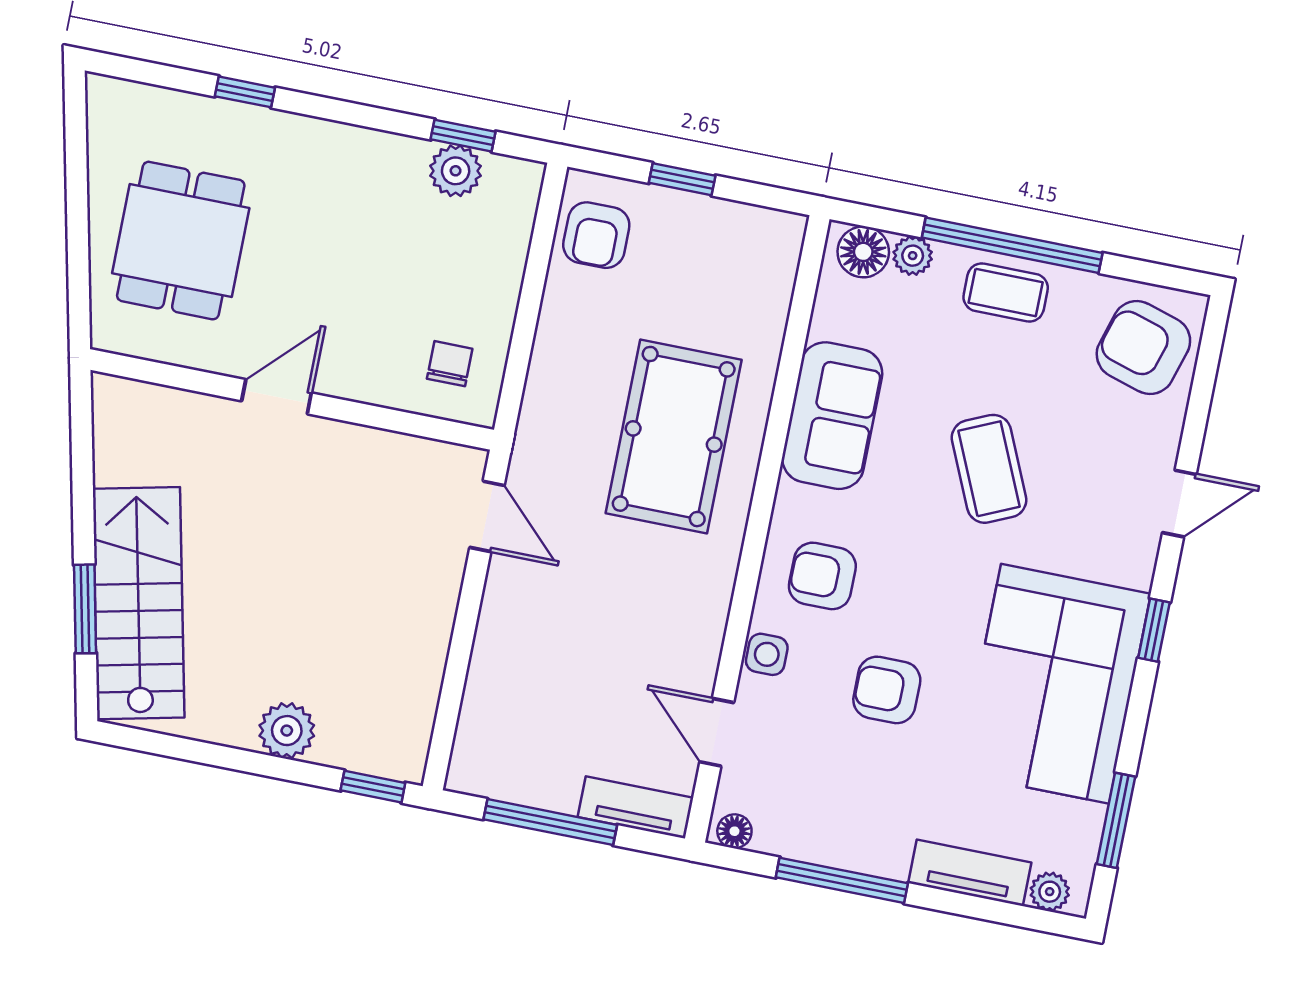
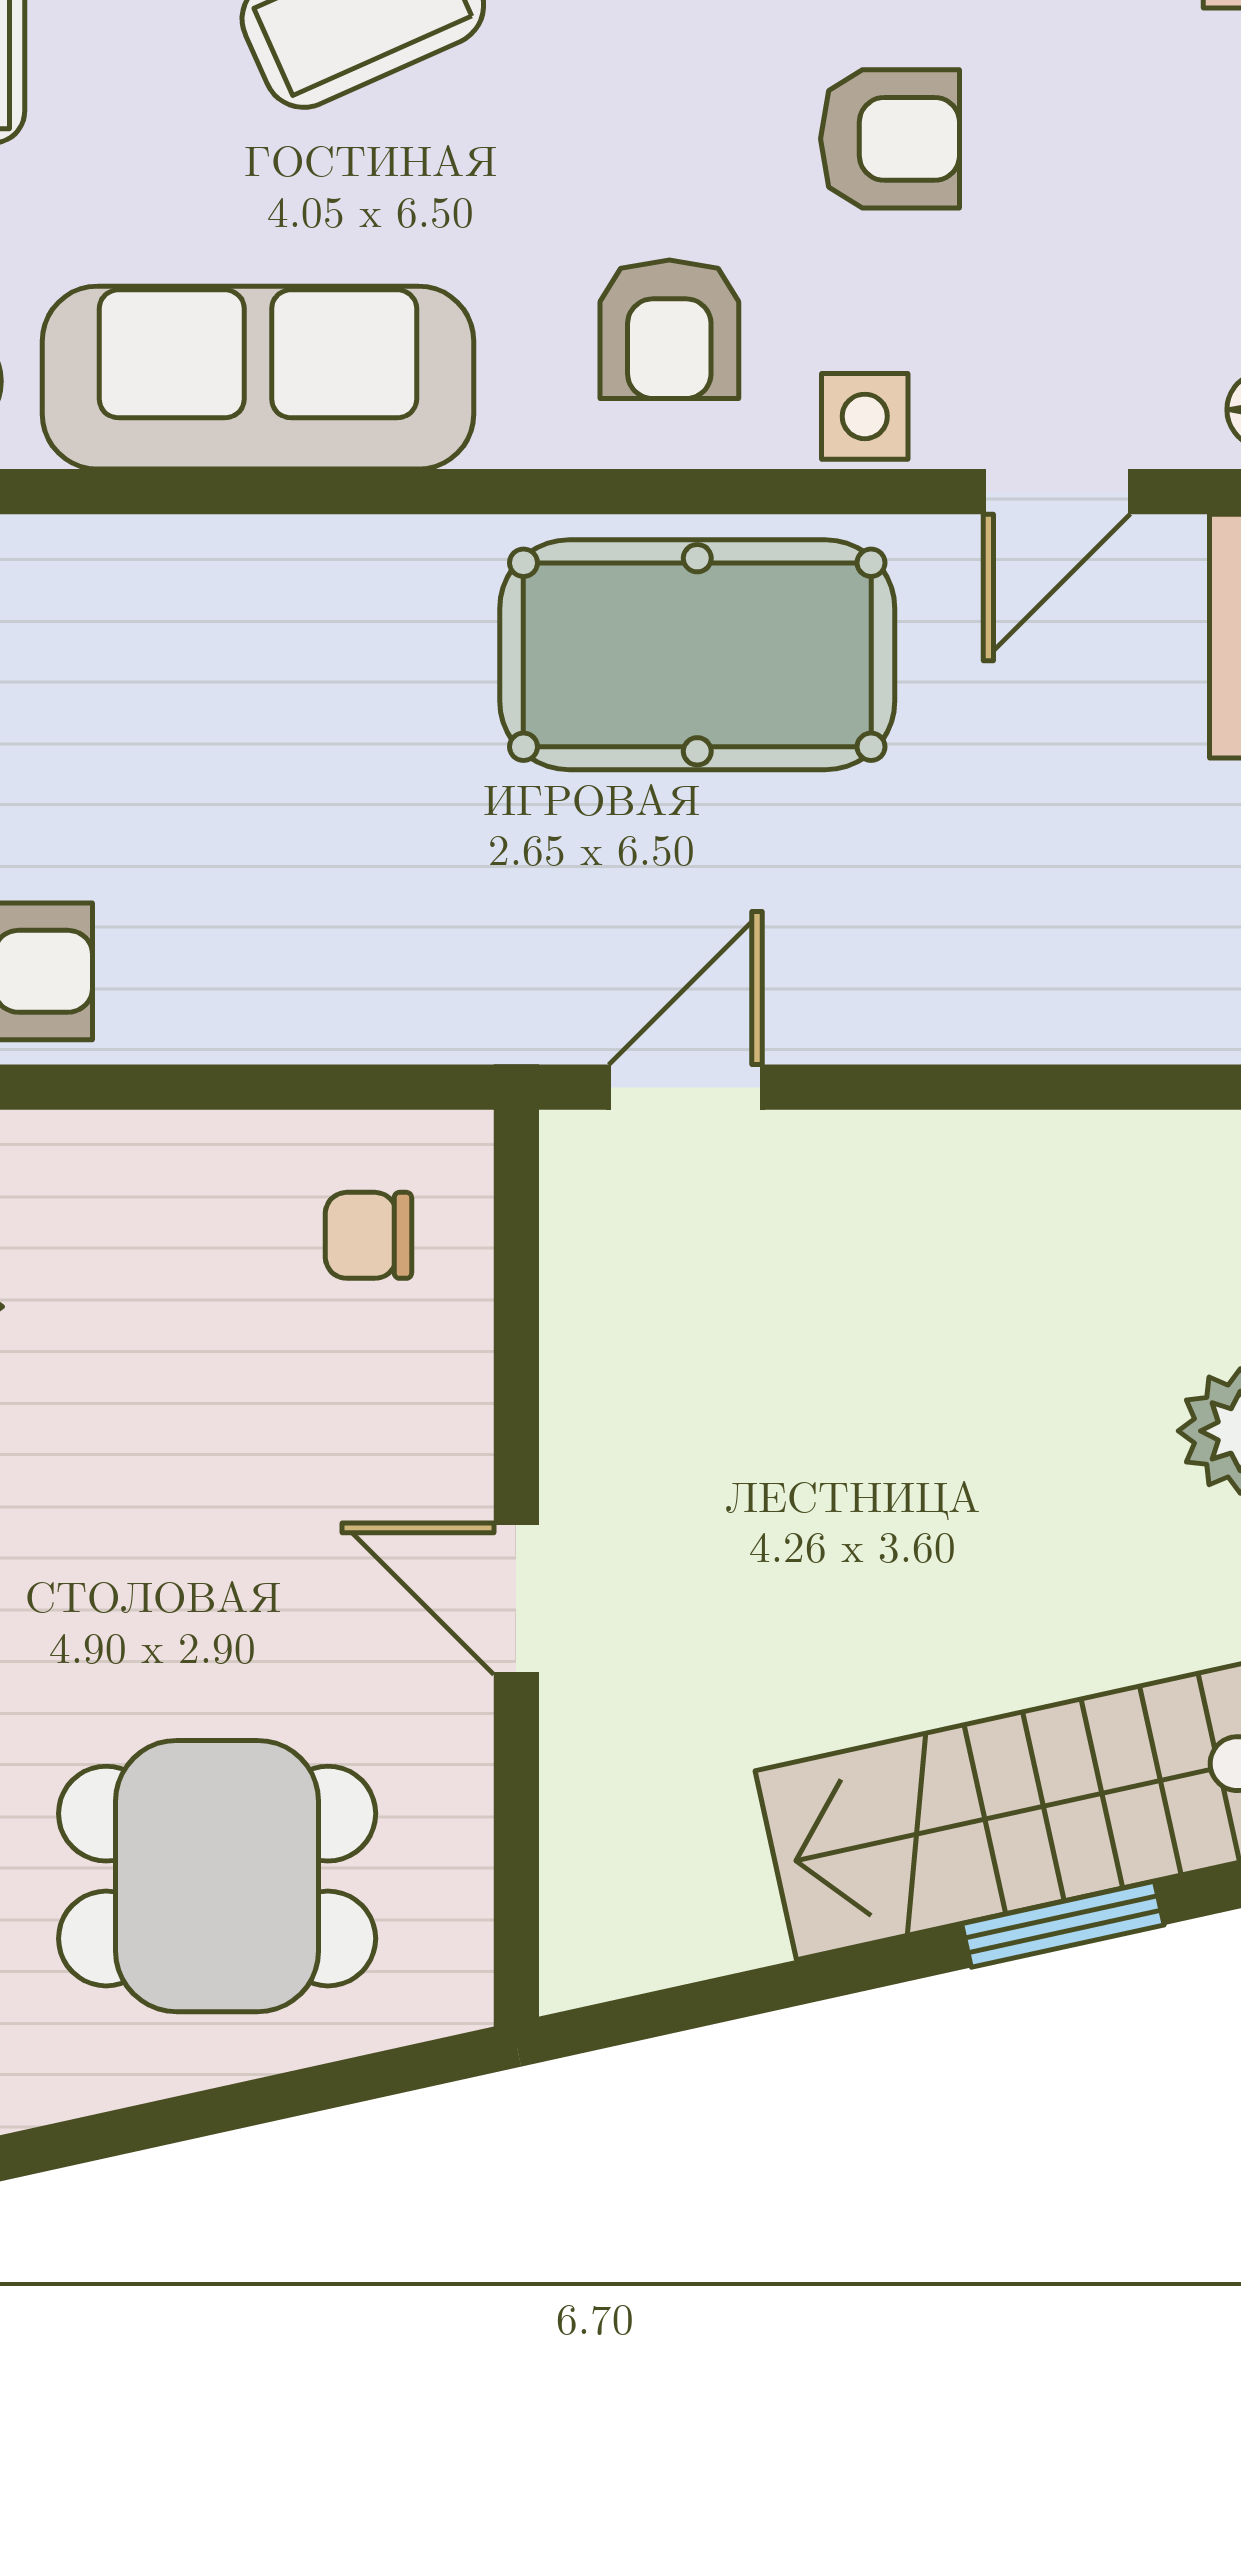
sofa: (832, 416) -> (258, 378), width x1.36
pool table: (674, 437) -> (697, 655), moved
armchair: (887, 690) -> (890, 139), turned -90

